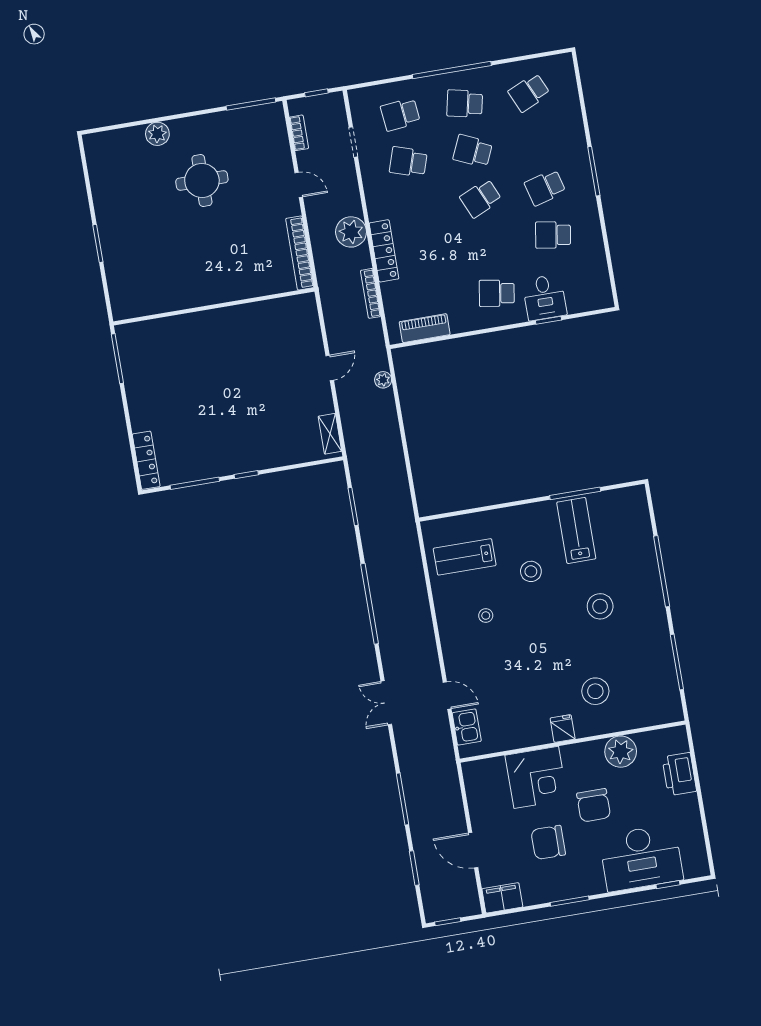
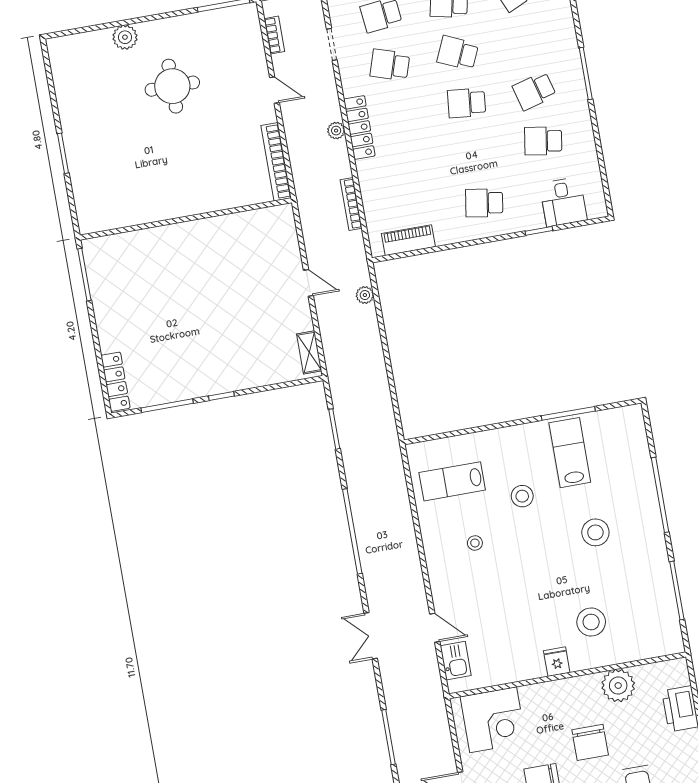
school desk: (481, 198) -> (467, 103), turned 30
plant: (351, 232) -> (336, 131), width x0.53, depth x0.53
locker: (384, 251) -> (359, 127), moved
desk: (545, 297) -> (563, 202), moved
door: (330, 368) -> (308, 283), hinge flipped
corner desk: (536, 777) -> (493, 720), moved

